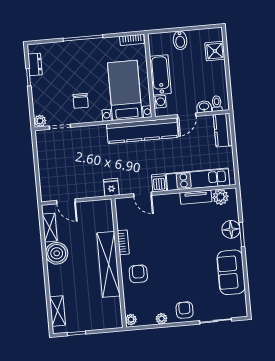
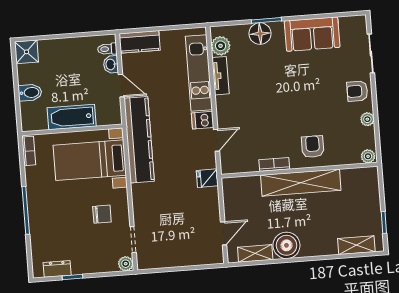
shower: (215, 51) -> (26, 52), moved
washing machine: (160, 102) -> (104, 118), removed
armchair: (138, 274) -> (313, 147), turned 90

